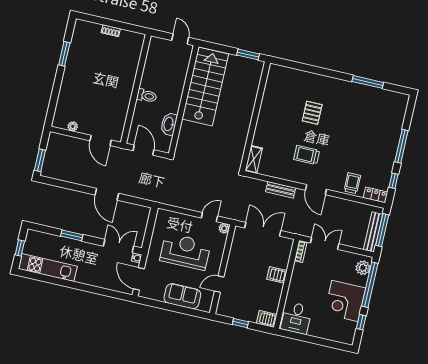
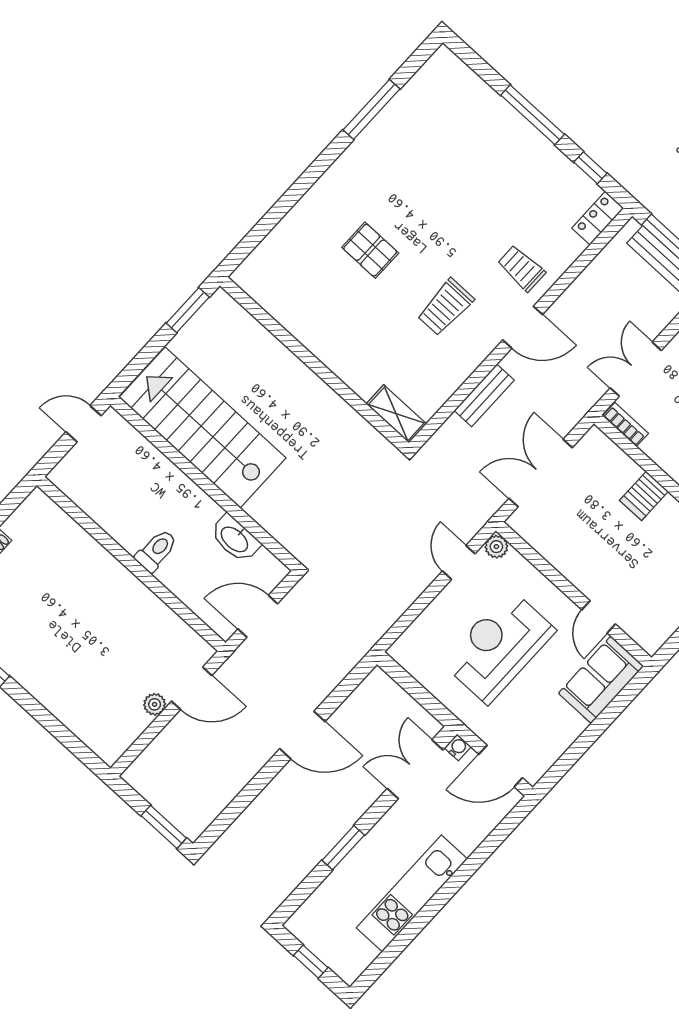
plant: (73, 126) -> (155, 704), moved
trolley: (352, 183) -> (521, 268), moved
kitchen unit: (48, 268) -> (412, 893), moved
sofa: (182, 296) -> (601, 680), moved

